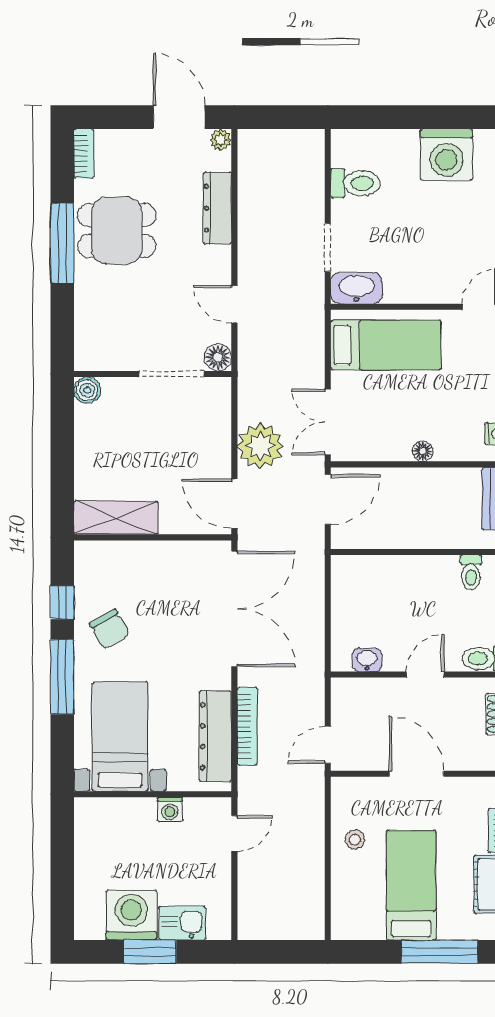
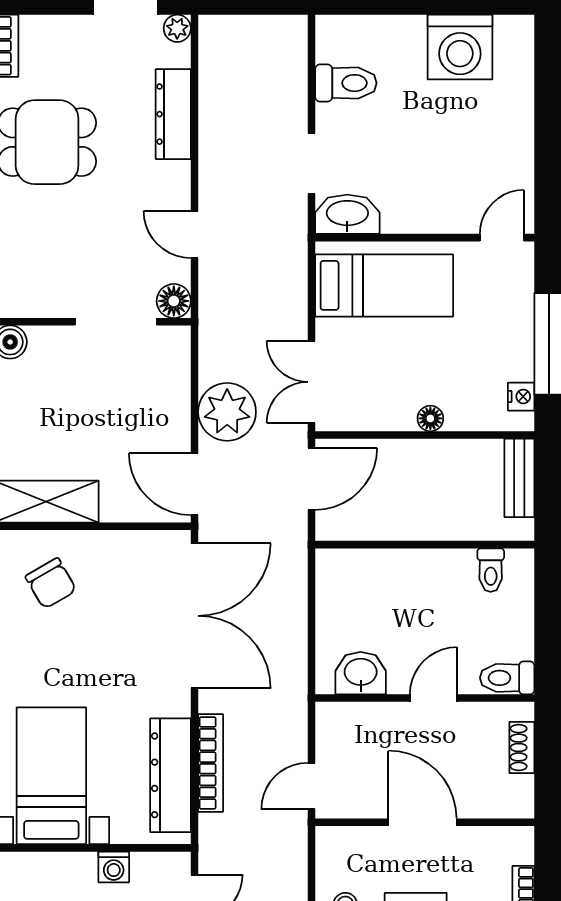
chair: (110, 629) -> (51, 583), moved
washbasin: (367, 660) -> (361, 673), width x1.38, depth x1.45

